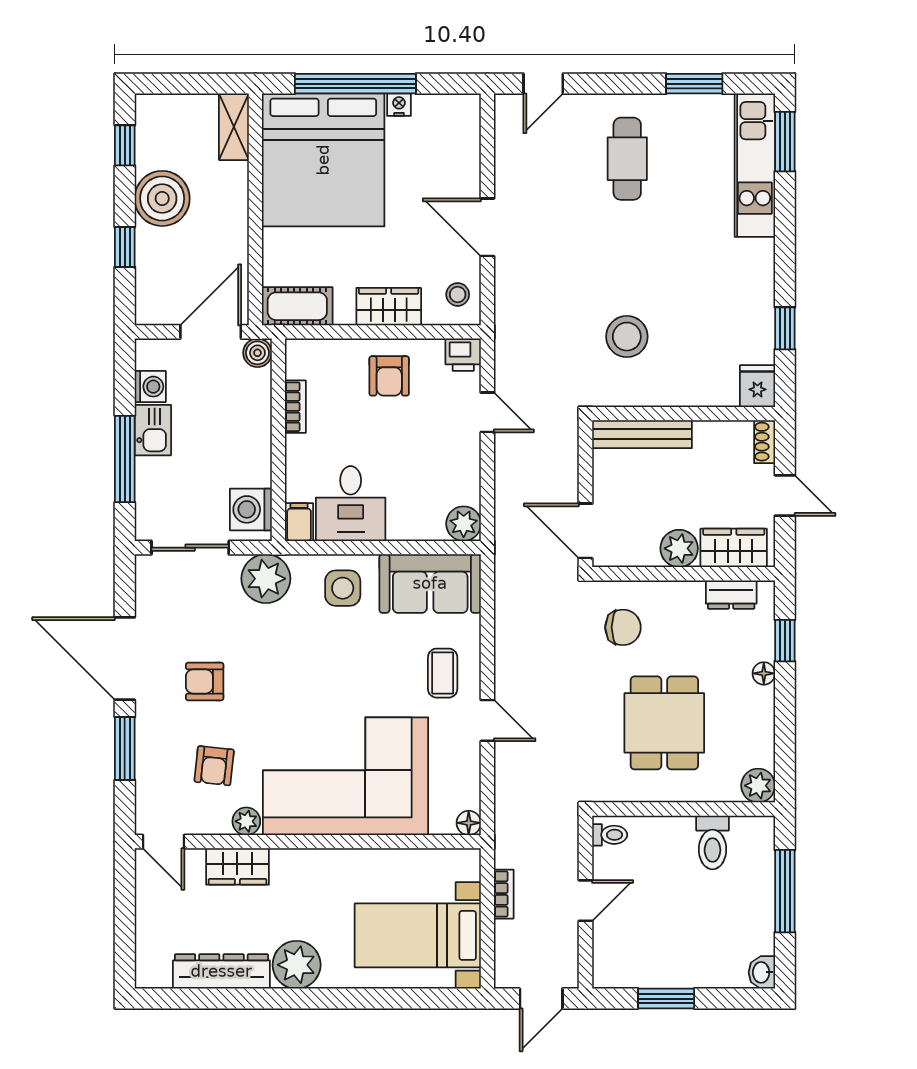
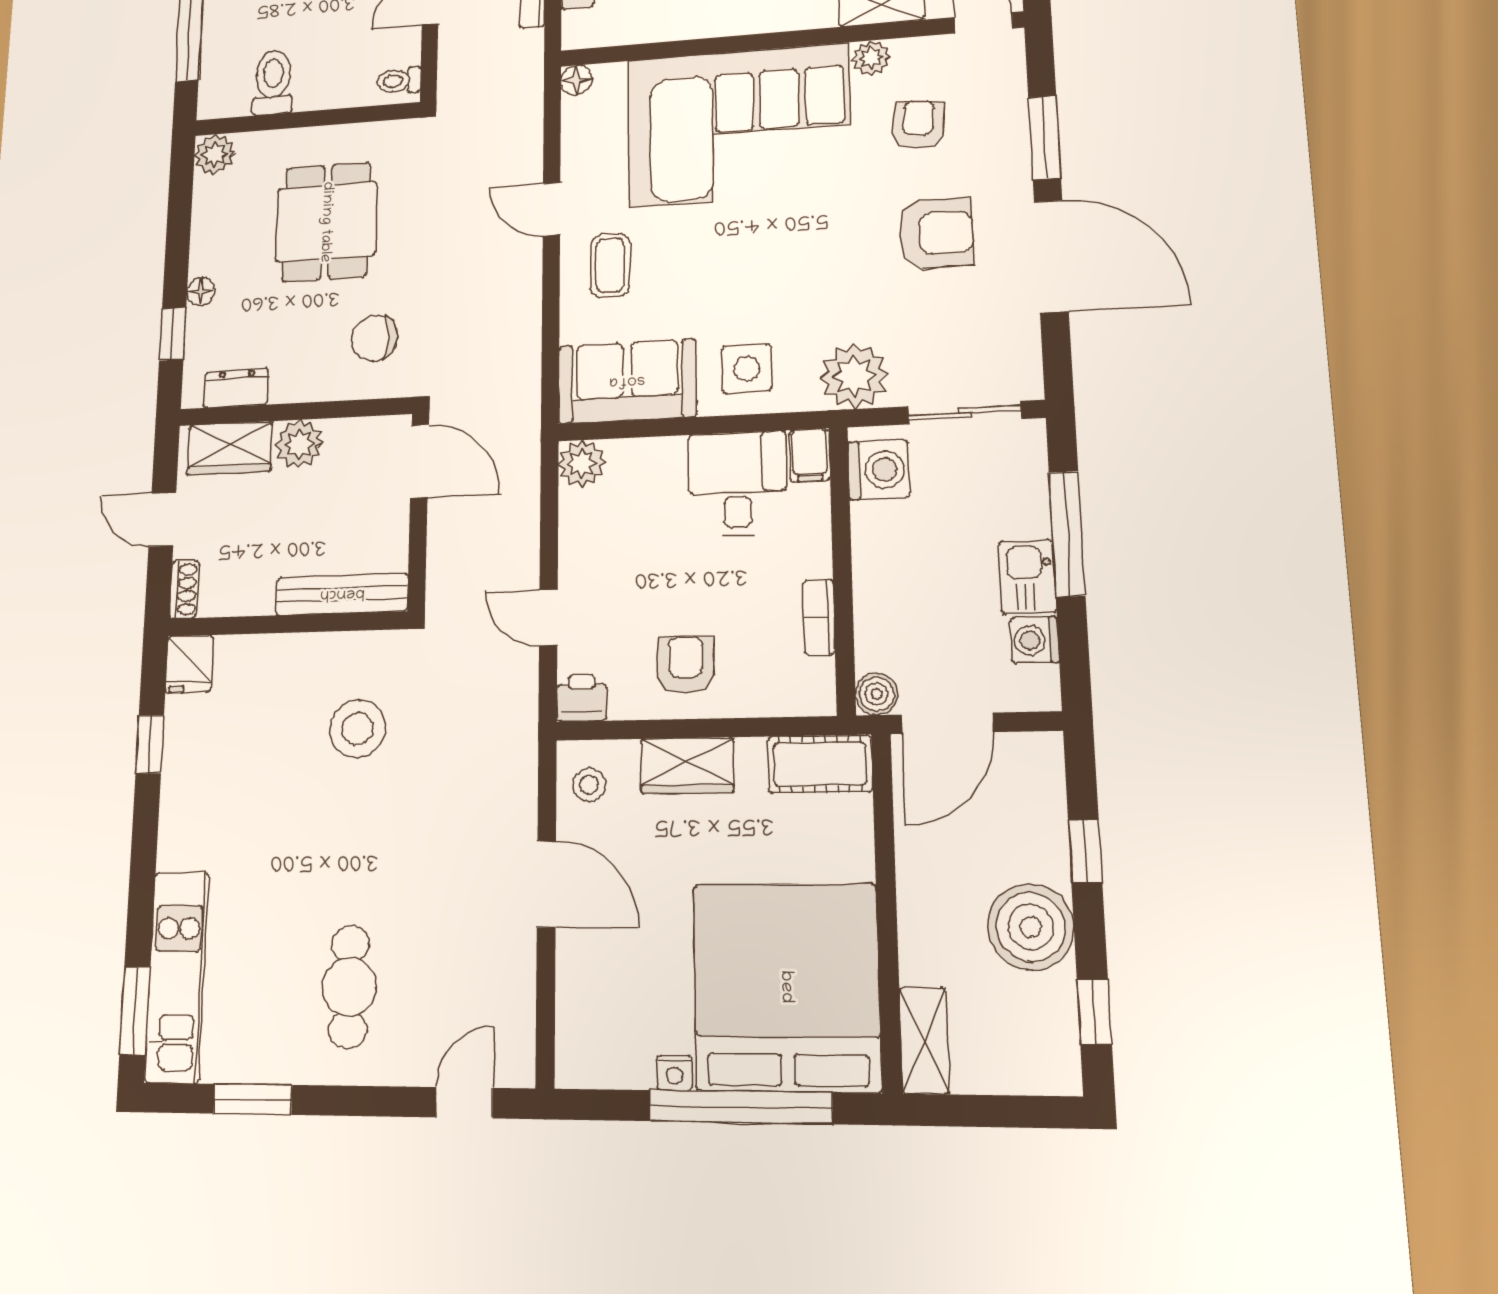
armchair: (205, 681) -> (936, 233), width x1.38, depth x1.38

